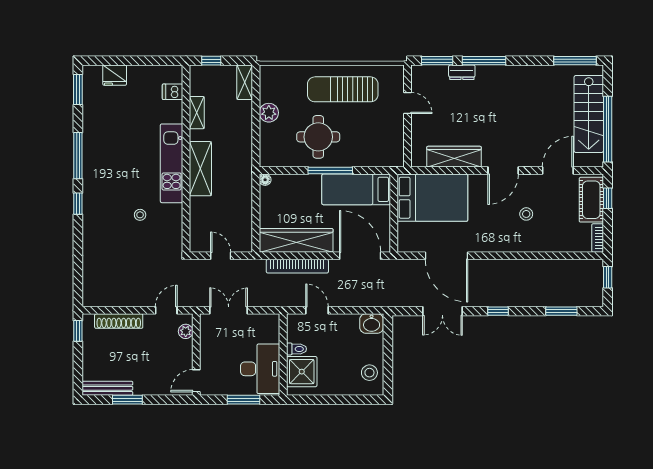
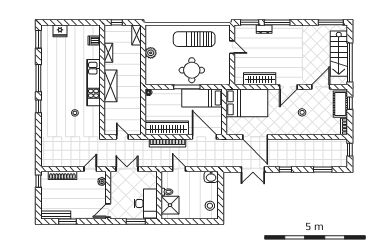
round table: (318, 137) -> (192, 70), moved

